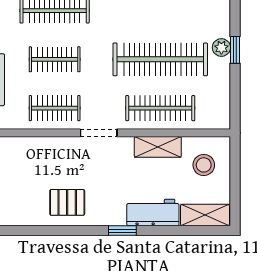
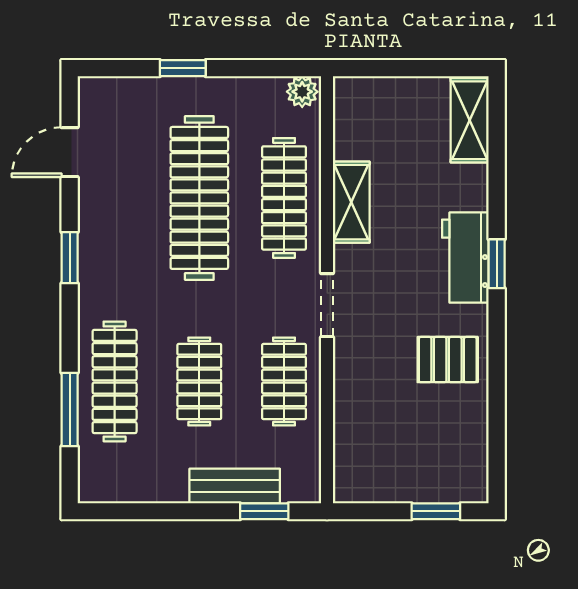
plant: (221, 48) -> (302, 92), moved
stool: (204, 165) -> (383, 122), removed
pallet: (67, 202) -> (448, 360), turned 90
workbench: (153, 213) -> (465, 258), moved

